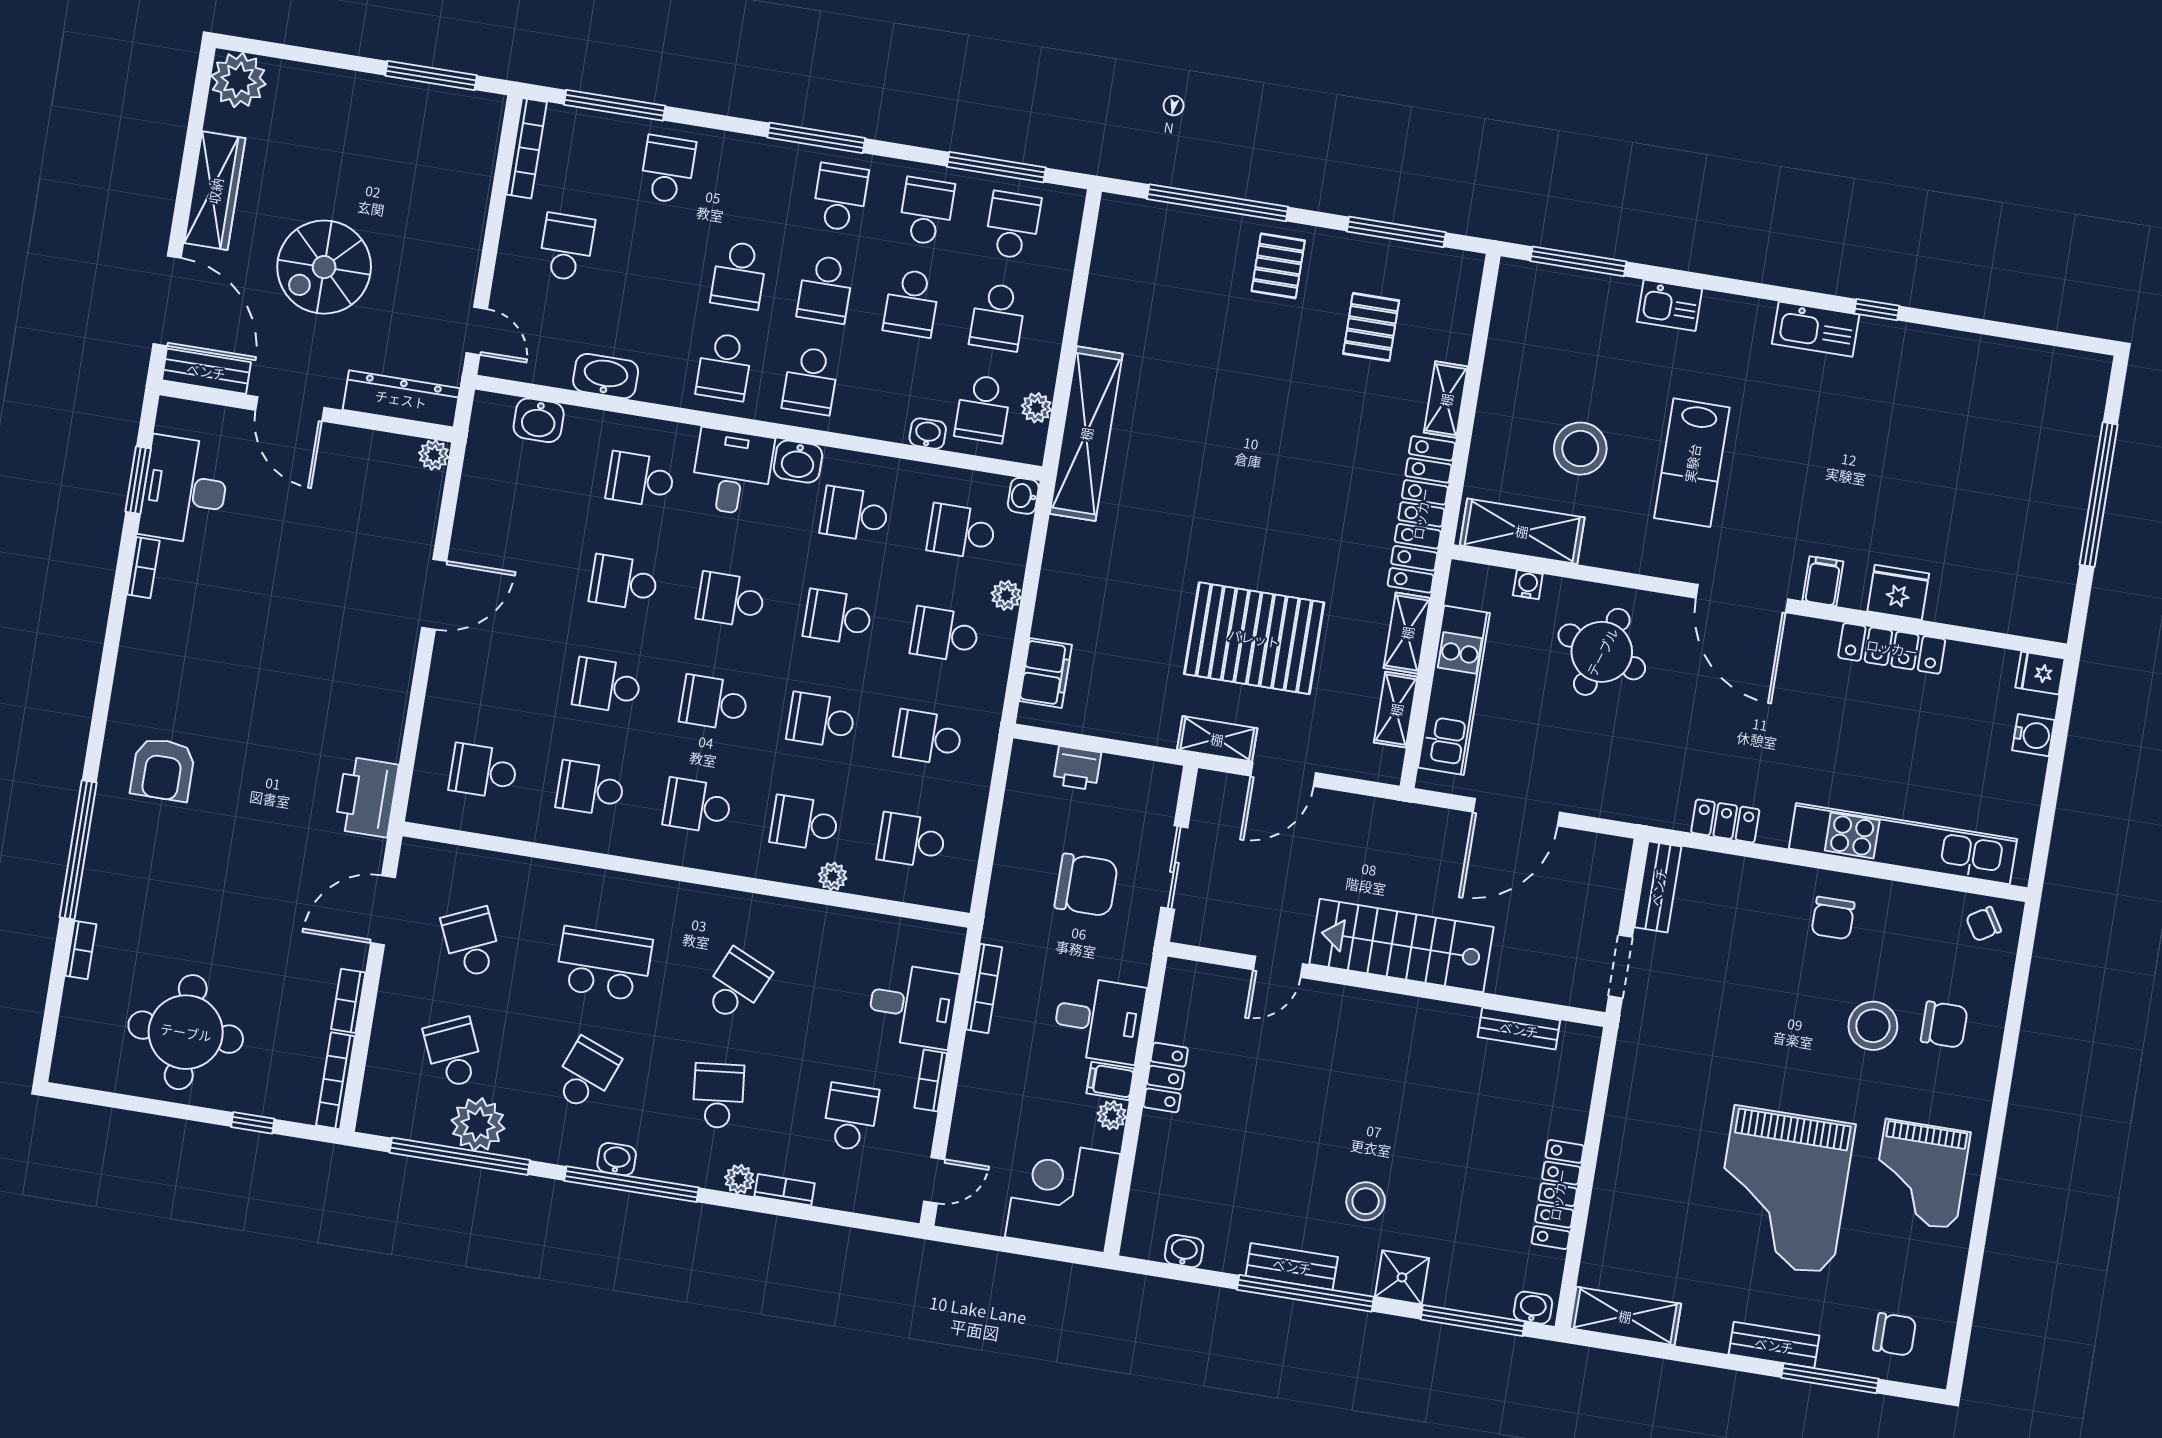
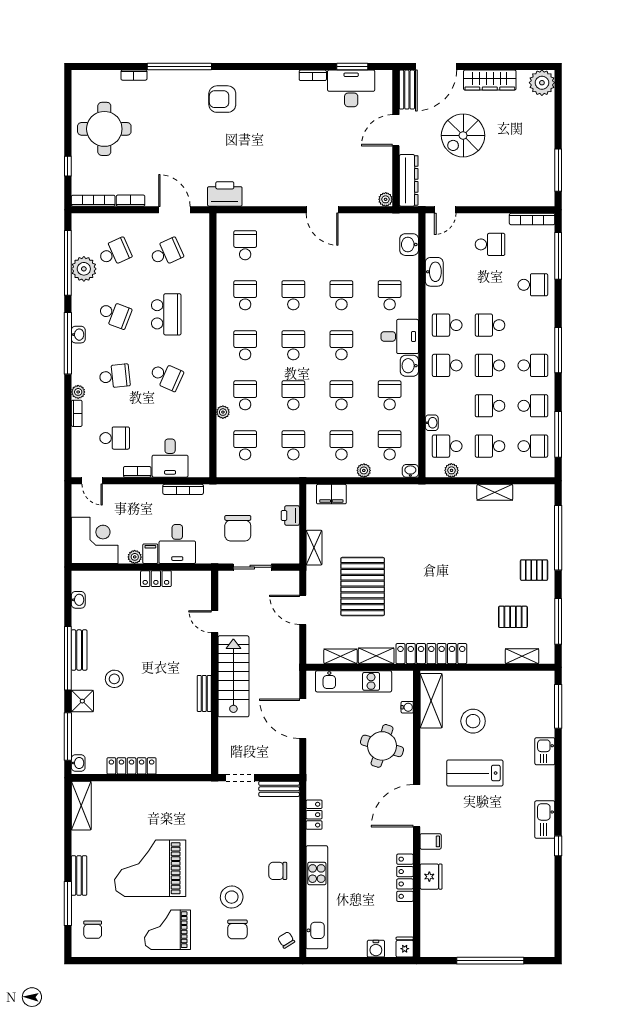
spiral stairs: (324, 267) -> (463, 135), turned -90
shelving: (1446, 400) -> (522, 656), moved
shelving: (1086, 434) -> (495, 492), moved, width x0.45, depth x0.75
shelving: (1217, 739) -> (314, 548), moved
bench: (1519, 1029) -> (204, 693), moved

